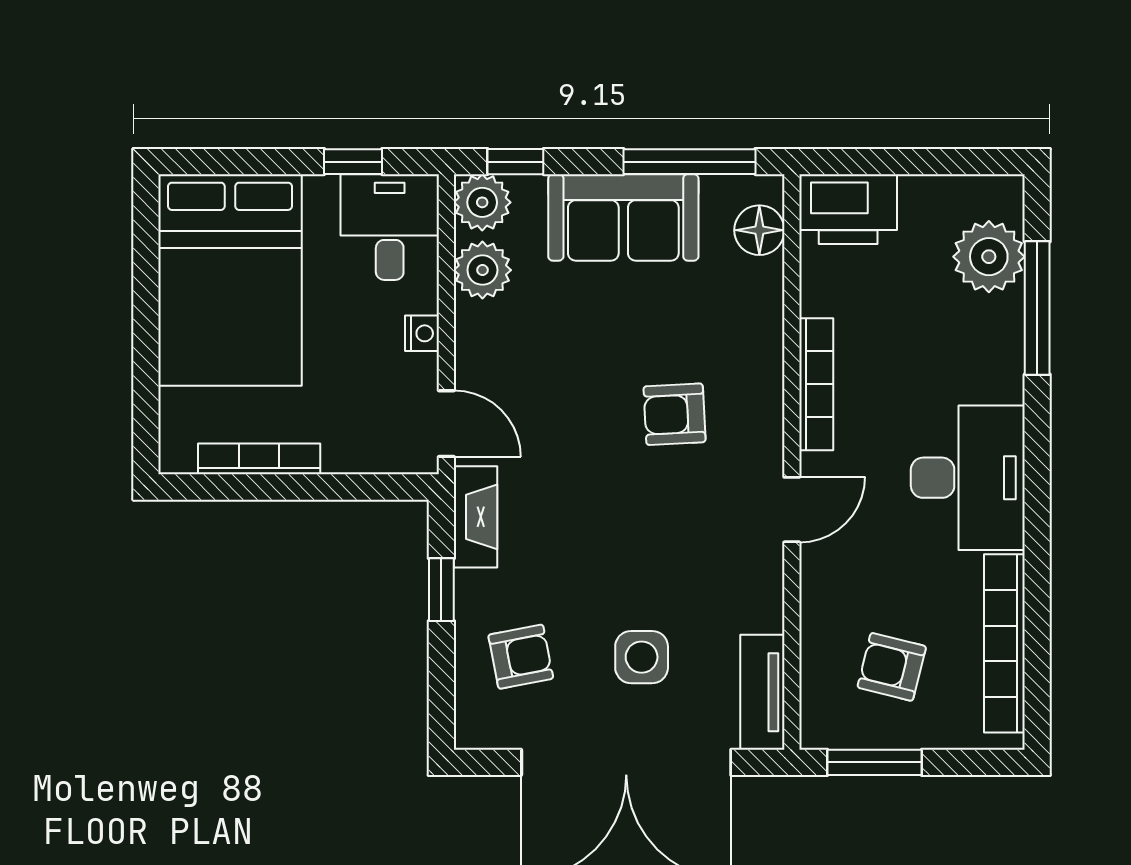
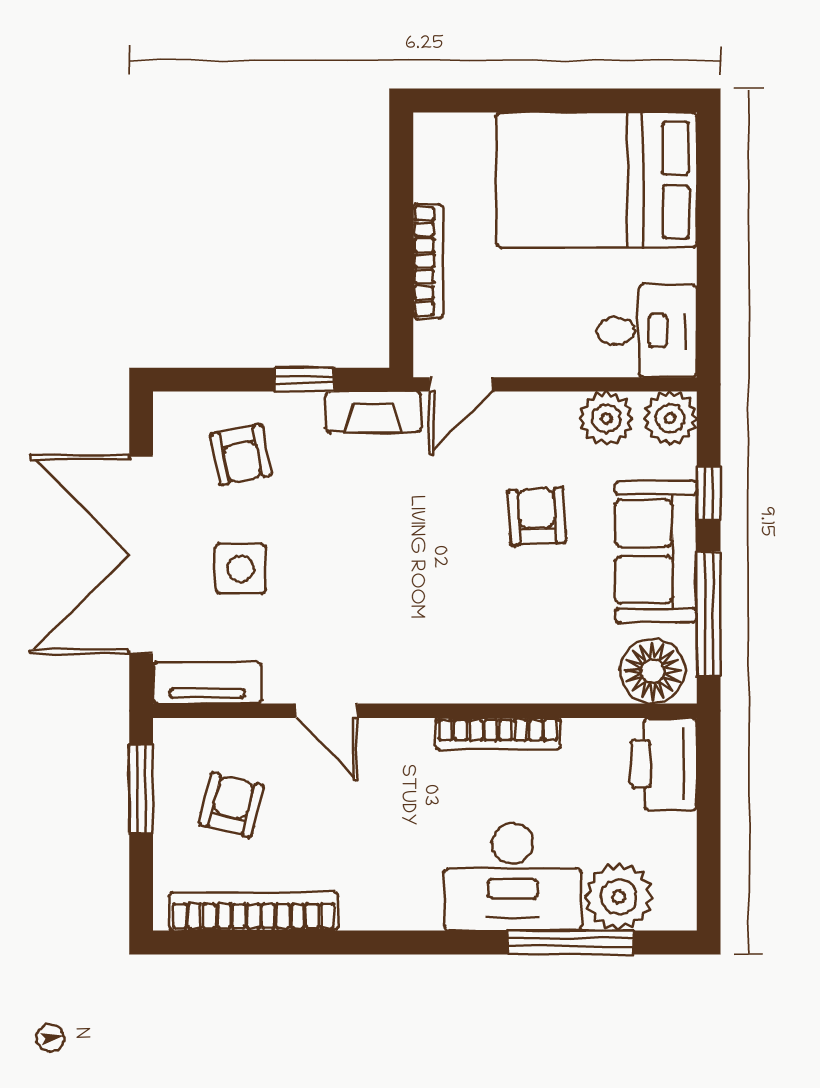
window: (353, 162) -> (709, 296), removed
window: (515, 162) -> (709, 493), moved
floor lamp: (759, 230) -> (653, 671), width x1.38, depth x1.38
nightstand: (422, 333) -> (546, 361), removed
armchair: (675, 414) -> (537, 516), moved
bookcase: (259, 459) -> (428, 261), moved
desk: (968, 478) -> (513, 877), moved
door: (792, 510) -> (327, 711), moved

